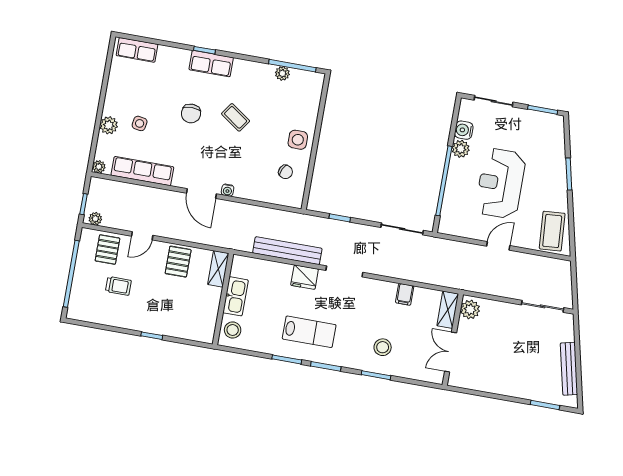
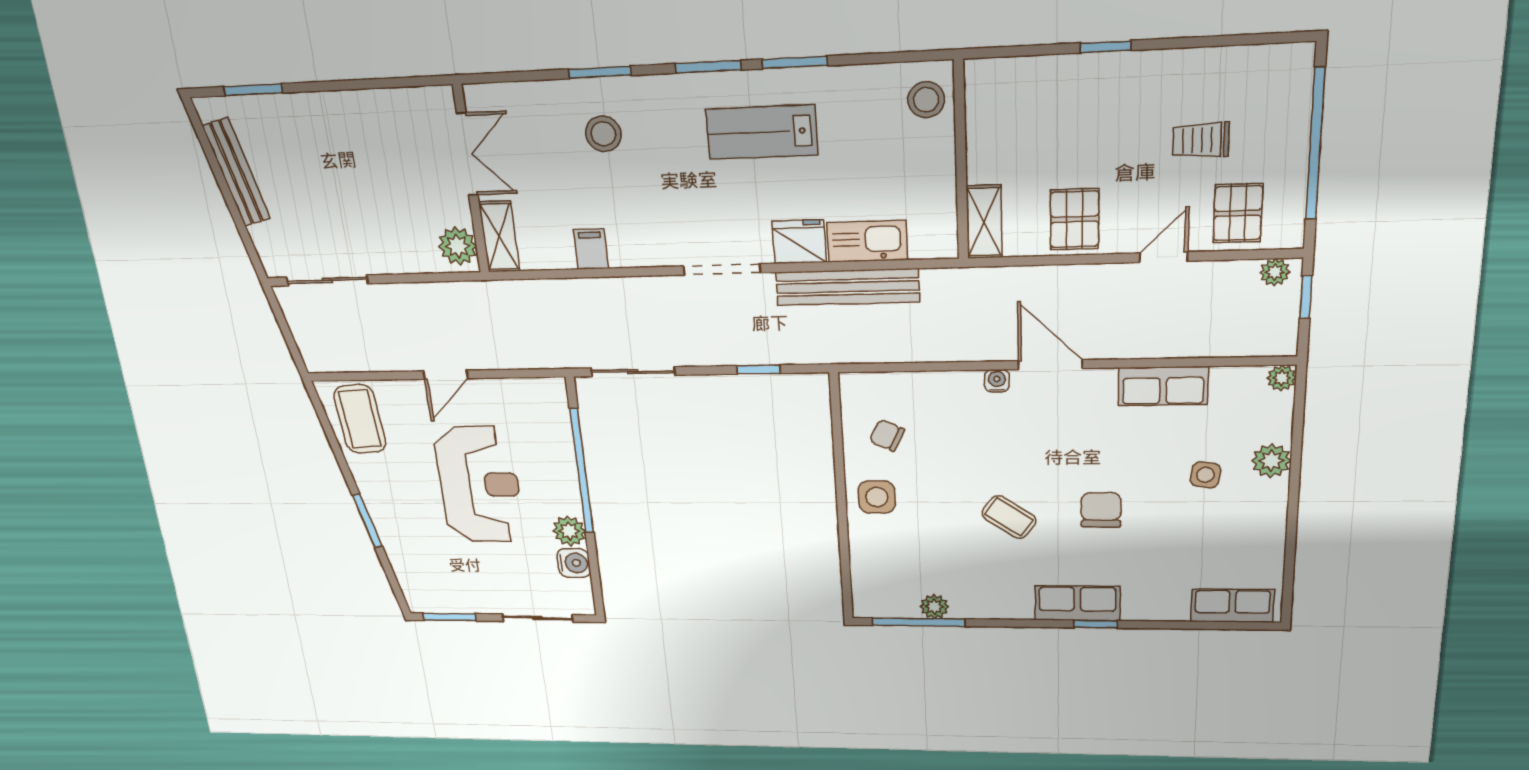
row of seats: (142, 171) -> (1163, 386), width x0.68
kitchen sink: (235, 296) -> (867, 241), moved, turned 90

